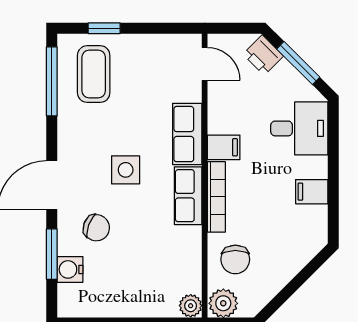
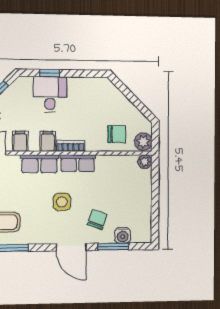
desk: (299, 128) -> (50, 94), moved
window: (333, 150) -> (50, 73), added
filing cabinet: (312, 192) -> (20, 141), moved, turned 180
bookcase: (216, 197) -> (71, 146), width x0.64

